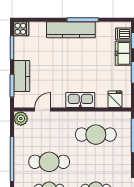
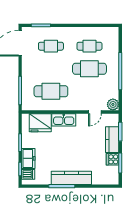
cooker: (21, 29) -> (113, 159), moved
fridge: (115, 99) -> (40, 123), width x1.88, depth x1.34

